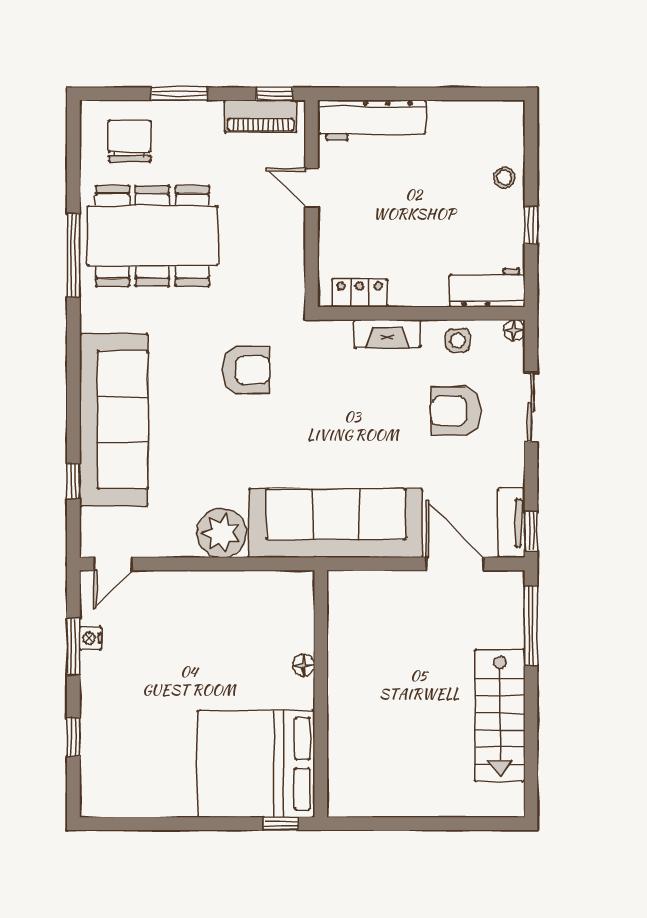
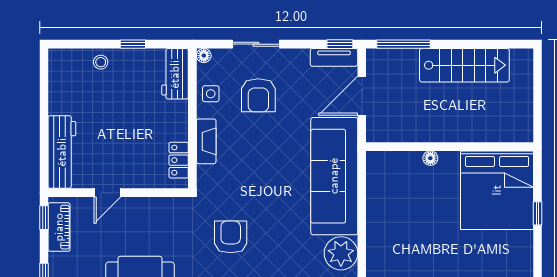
floor lamp: (304, 665) -> (430, 158), moved
wall: (321, 694) -> (450, 147), moved
bed: (256, 764) -> (497, 190), moved

